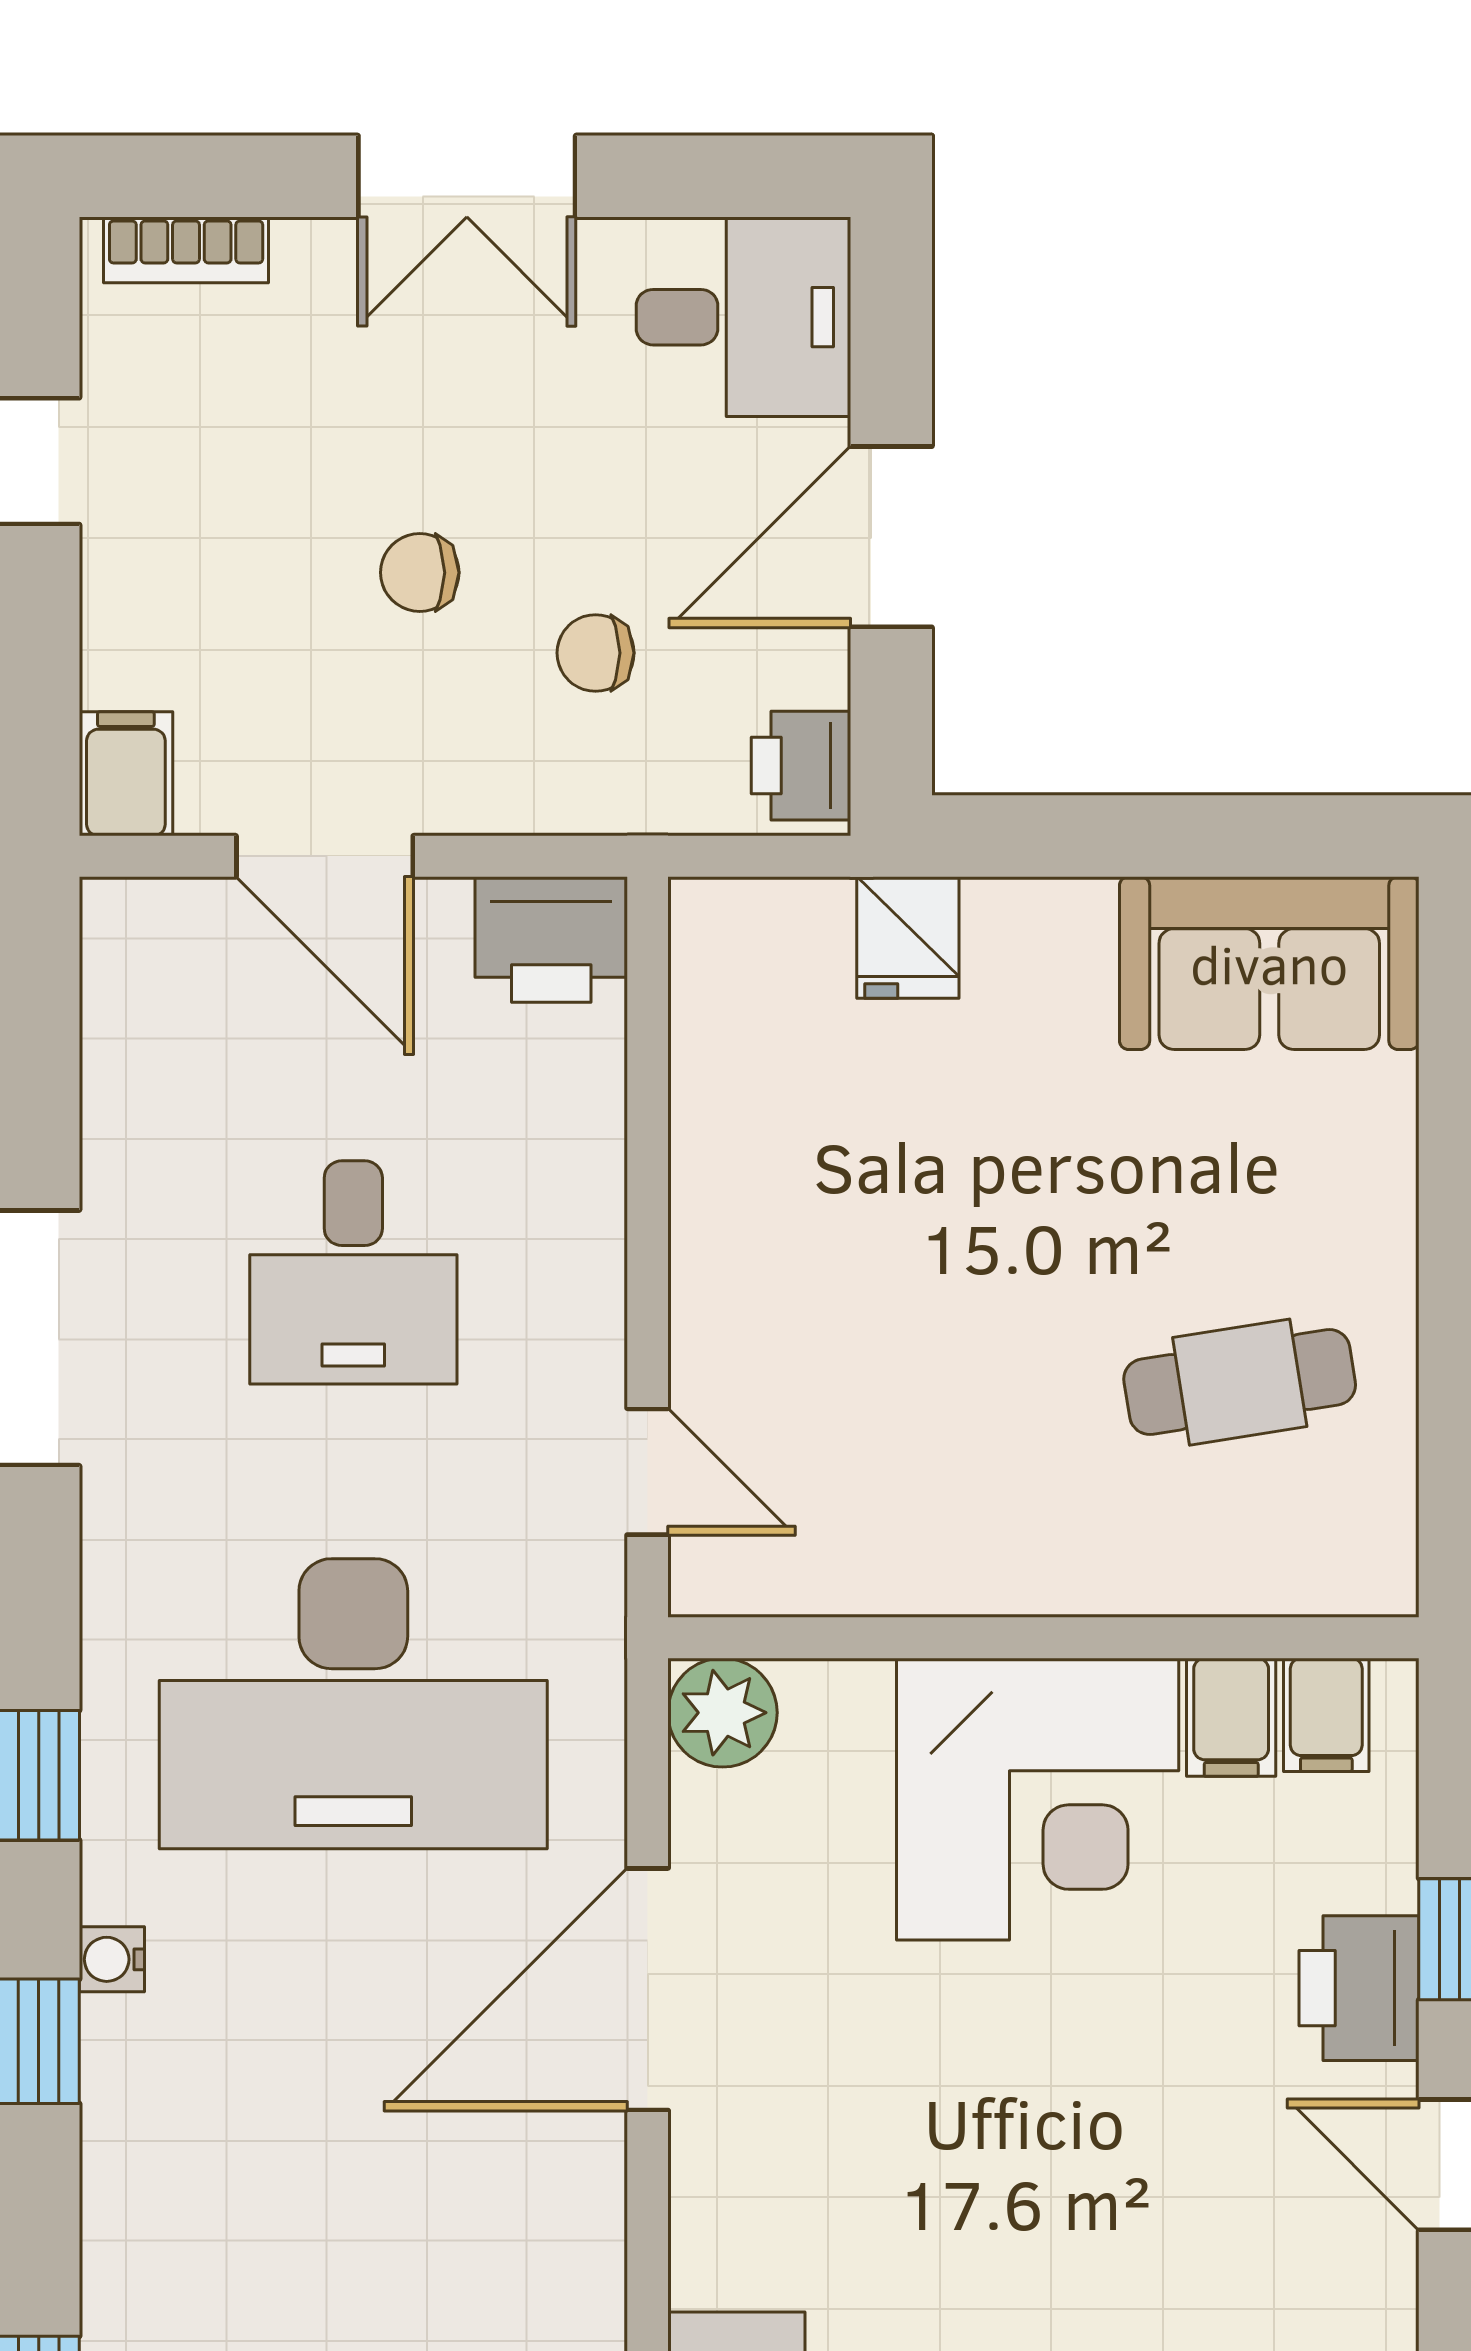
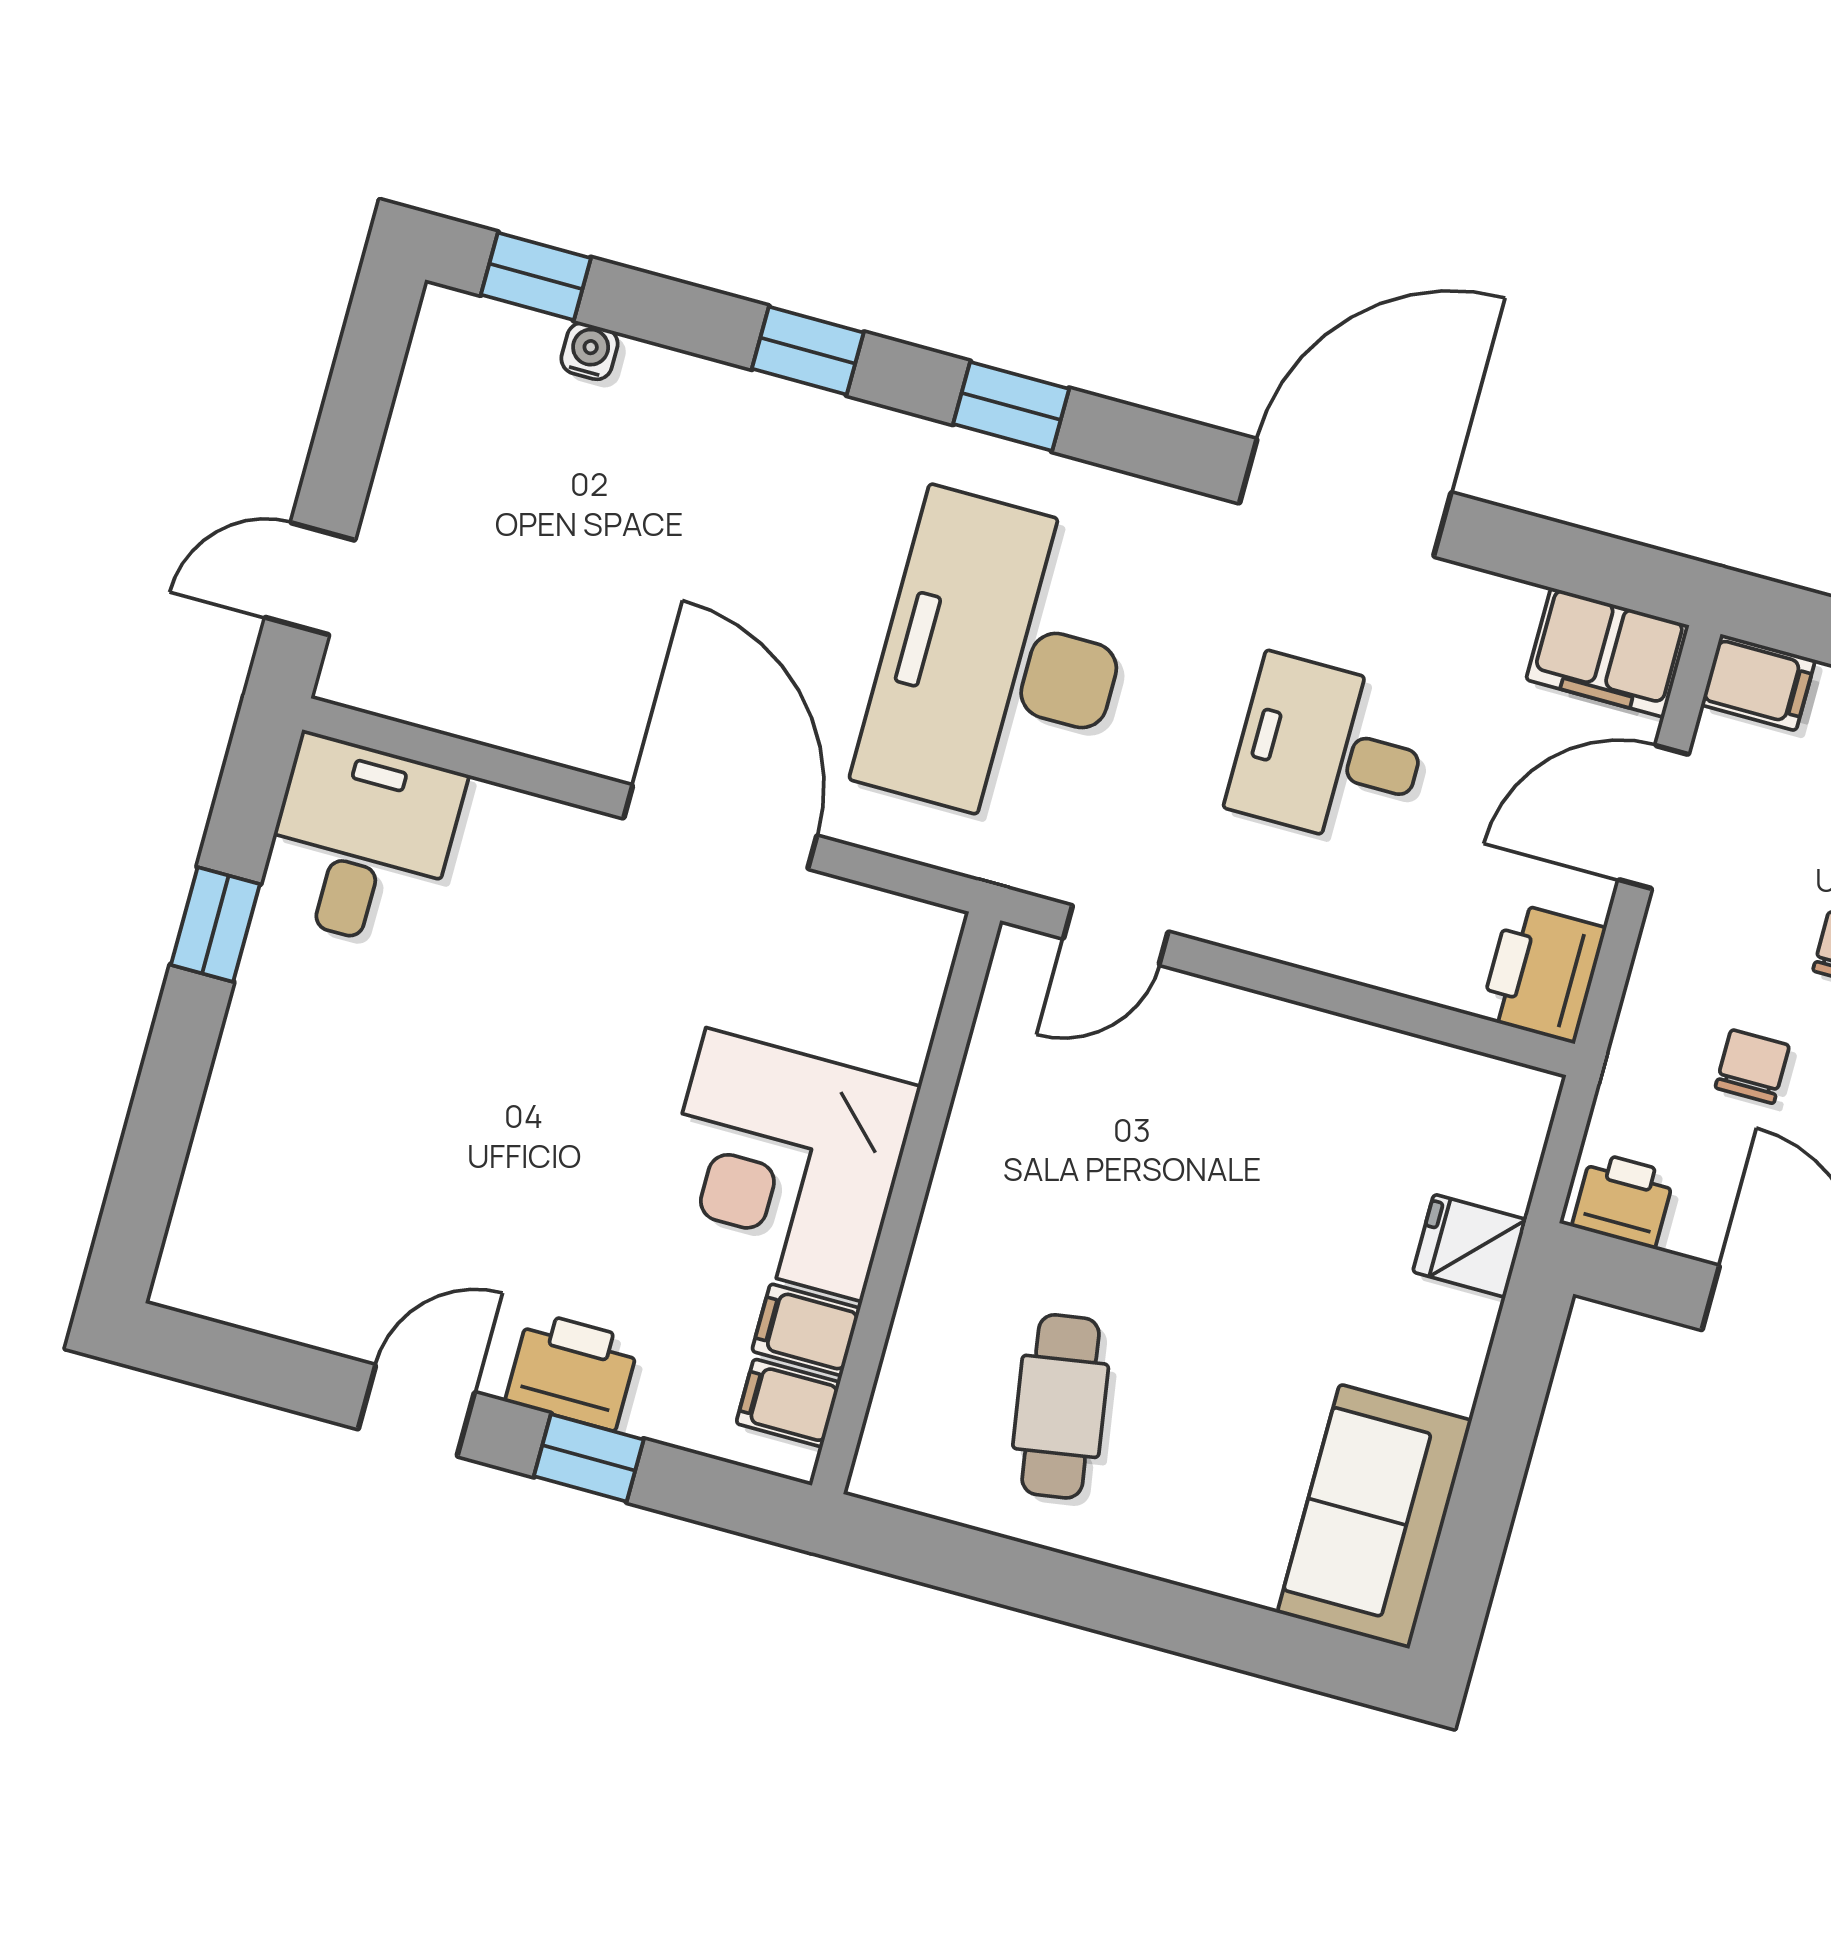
filing cabinet: (140, 967) -> (1608, 652), added
plant: (722, 1713) -> (916, 942), removed
water cooler: (112, 1959) -> (590, 351), moved

